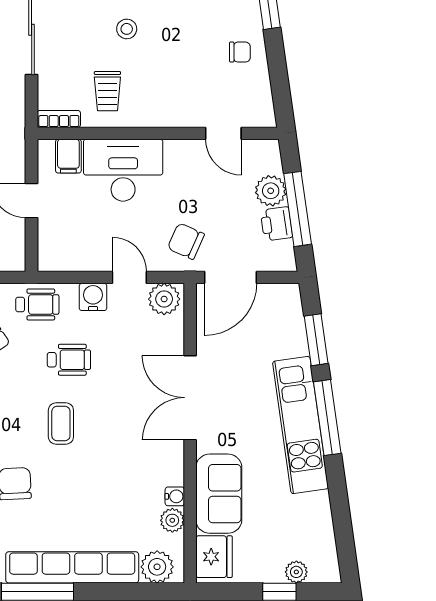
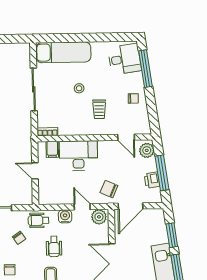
trolley: (107, 91) -> (99, 109), moved
plant: (271, 191) -> (147, 150), moved
wheelchair: (37, 304) -> (39, 220), turned 180
wheelchair: (69, 360) -> (54, 247), turned 90

